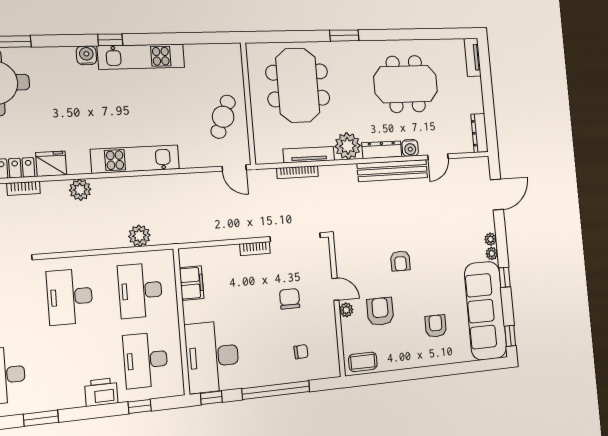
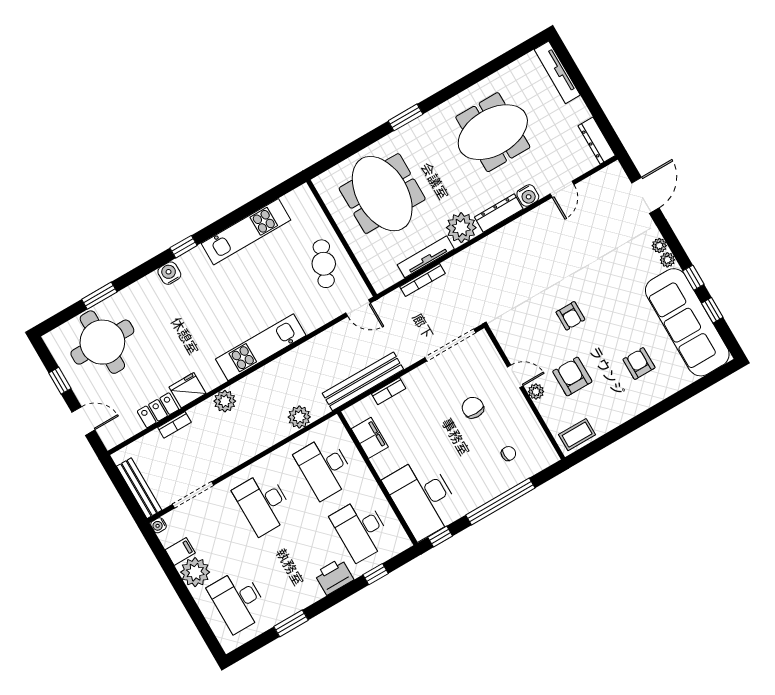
kitchen unit: (141, 57) -> (246, 232), moved
tv unit: (473, 57) -> (557, 72), width x1.41
bench: (393, 171) -> (363, 381), moved
bookcase: (255, 249) -> (389, 391), moved
window: (510, 336) -> (712, 310), moved

